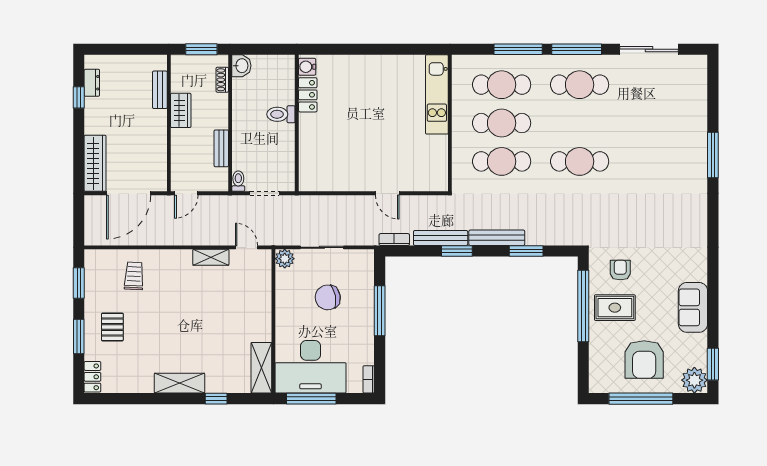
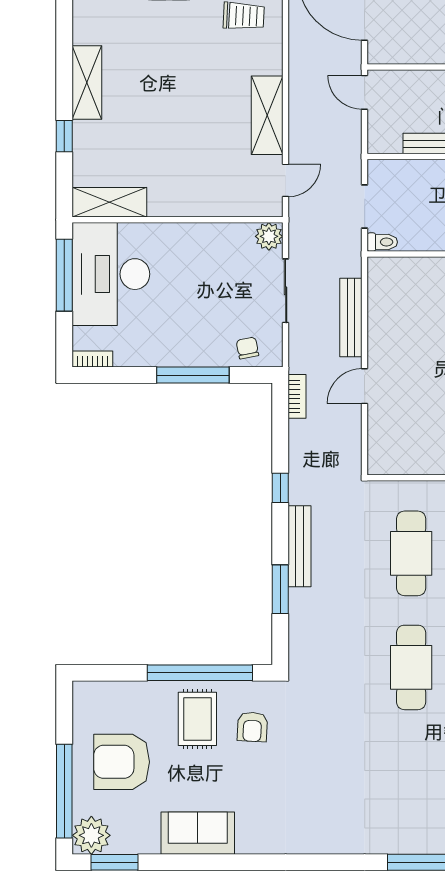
toilet: (238, 181) -> (382, 242), moved
bench: (441, 238) -> (351, 317), moved
window: (457, 251) -> (280, 488), width x0.67
shelving: (211, 257) -> (267, 115), width x1.50, depth x1.33
armchair: (620, 270) -> (252, 727), turned 93
chair: (328, 297) -> (247, 348), moved, width x0.54, depth x0.54
window: (641, 399) -> (64, 791), moved

